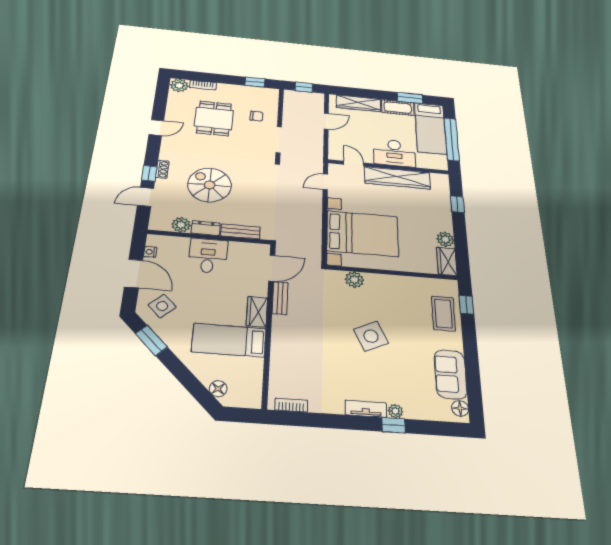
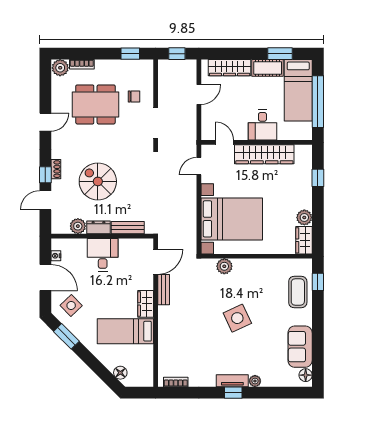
dining table: (214, 118) -> (95, 104), width x1.38
desk: (394, 153) -> (262, 125), width x0.73
window: (394, 425) -> (233, 393), moved

